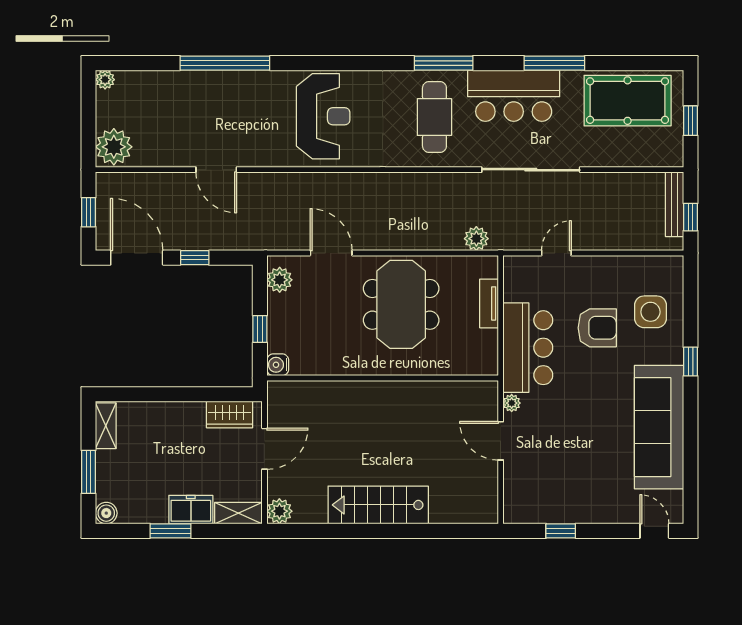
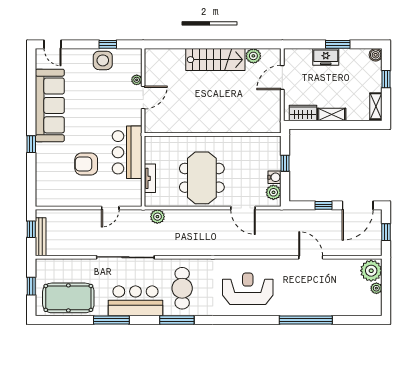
plant: (105, 80) -> (376, 288), moved
reception desk: (323, 116) -> (248, 289), turned 90
door: (137, 258) -> (358, 205), hinge flipped
side table: (650, 312) -> (103, 60), moved
water cooler: (278, 365) -> (275, 177), moved
plant: (512, 403) -> (137, 80), moved
door: (501, 441) -> (143, 97), hinge flipped
door: (264, 449) -> (282, 77), moved
window: (89, 472) -> (386, 79), width x0.67
plant: (279, 511) -> (253, 56), moved
shelving: (238, 513) -> (332, 114), moved

